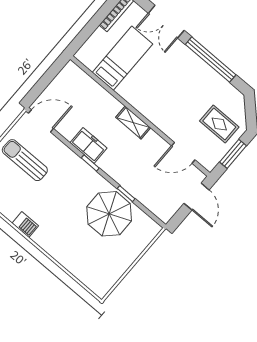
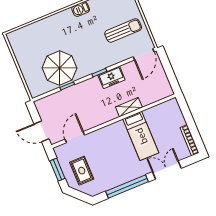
bed: (122, 58) -> (141, 136), moved
shelving: (133, 123) -> (129, 107), moved
rug: (219, 124) -> (82, 171), turned 90

